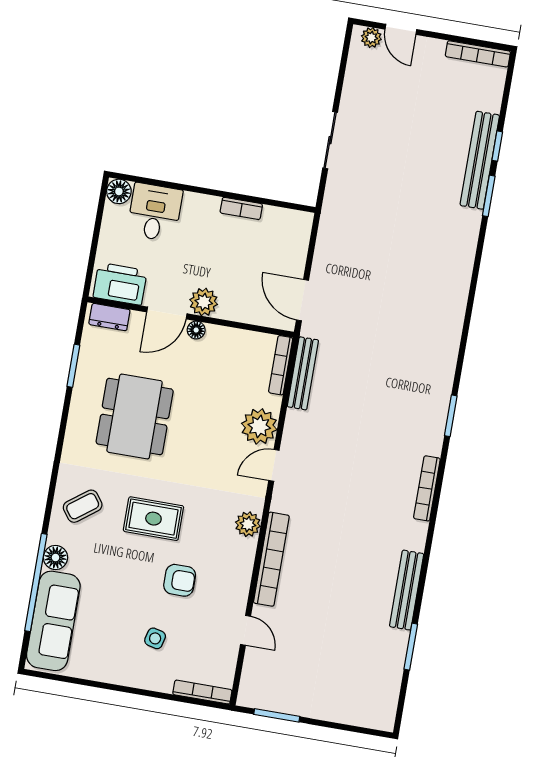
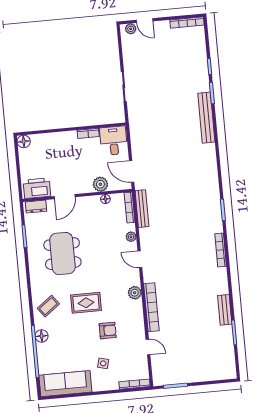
bench: (480, 160) -> (206, 118), moved
desk: (155, 212) -> (114, 141), moved
plant: (204, 302) -> (100, 184), moved
floor lamp: (196, 330) -> (105, 199), moved
plant: (259, 426) -> (131, 237), width x0.53, depth x0.53
door: (274, 465) -> (140, 259), hinge flipped
bench: (407, 590) -> (225, 310), width x0.73
sofa: (53, 621) -> (65, 384), moved, turned -90

